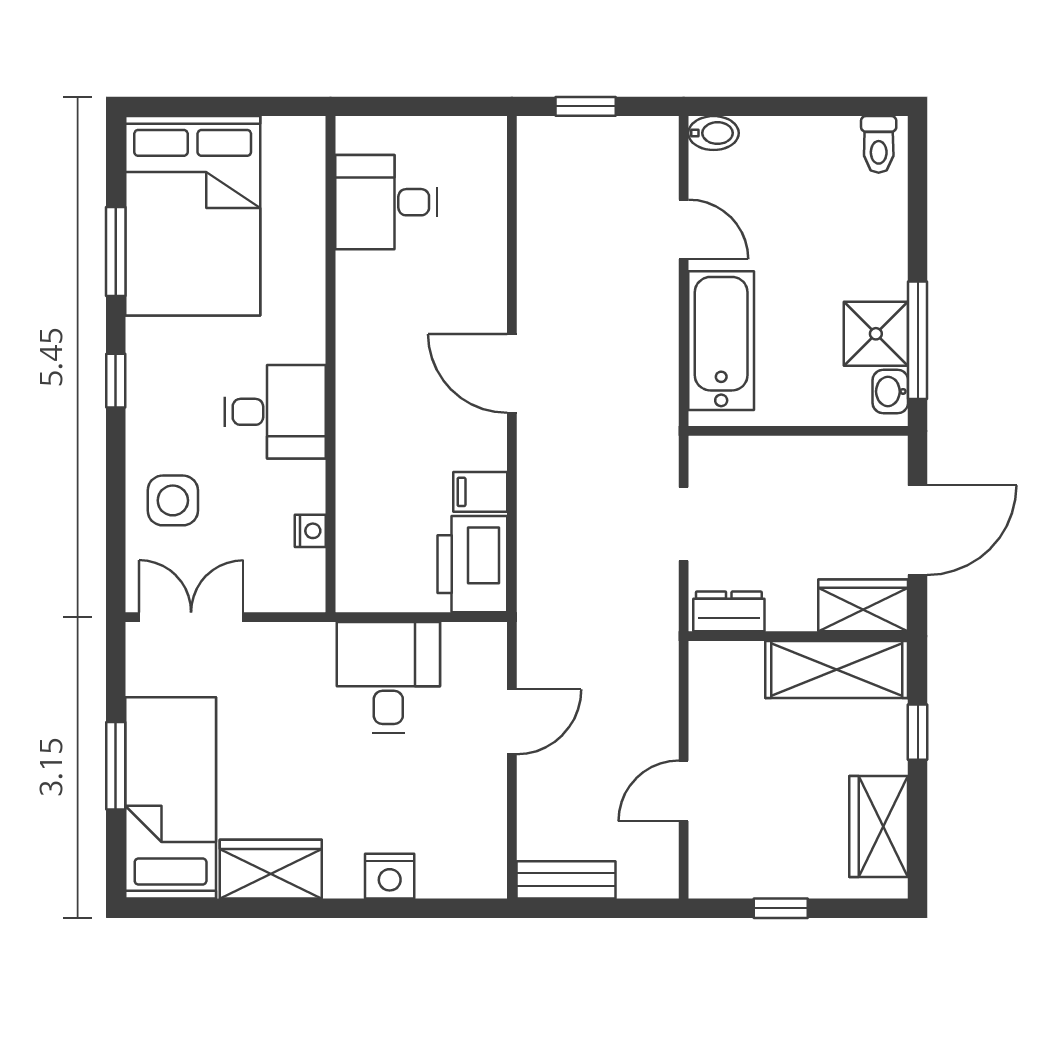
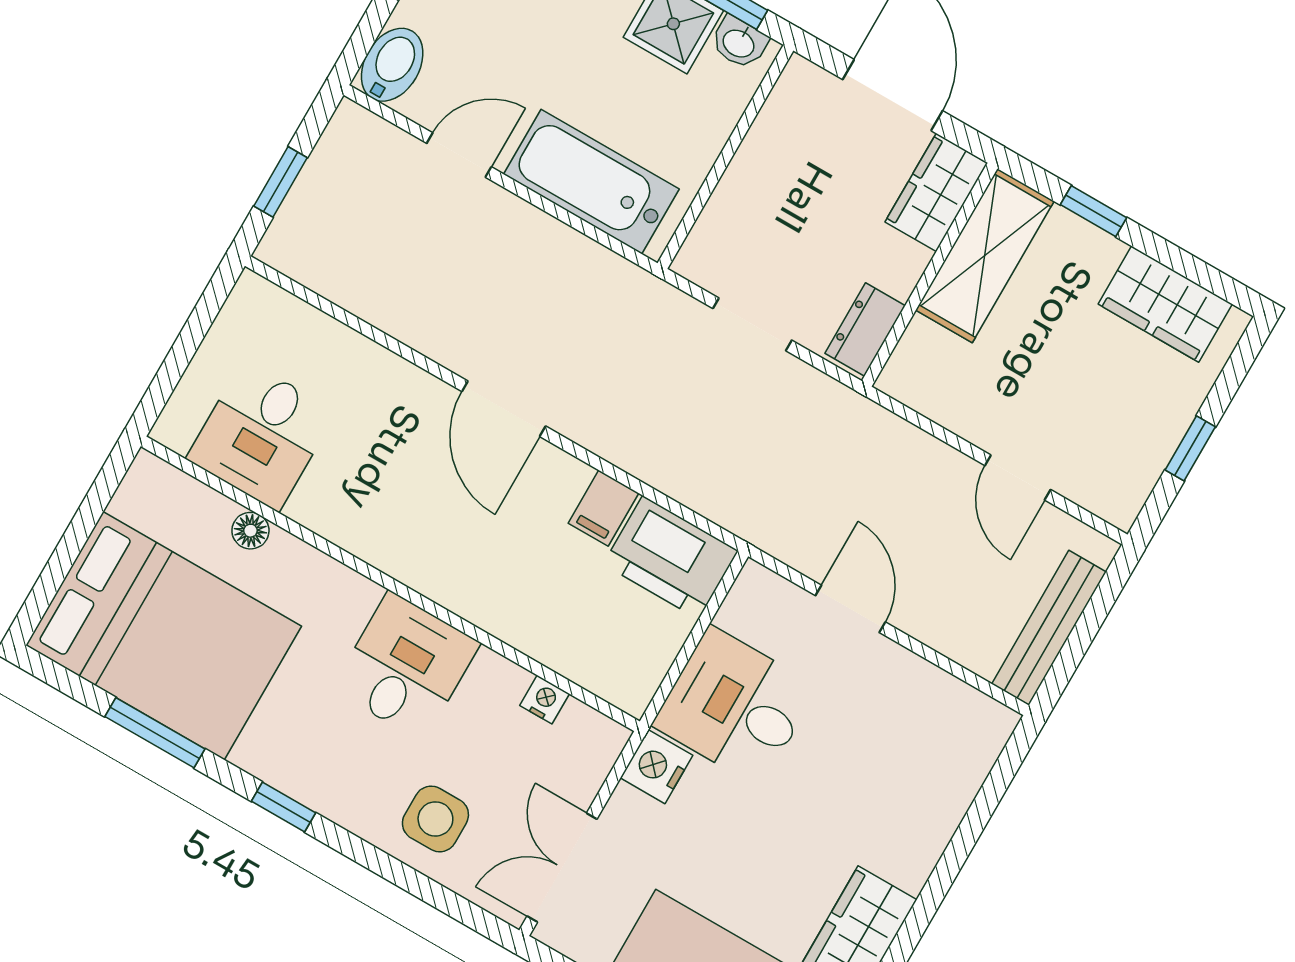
bidet: (714, 133) -> (392, 65), width x1.38, depth x1.36
floor lamp: (310, 236) -> (250, 531), added
door: (512, 373) -> (504, 409), hinge flipped
nightstand: (390, 876) -> (656, 767), moved, turned 180
bench: (566, 880) -> (1049, 628), width x1.36

